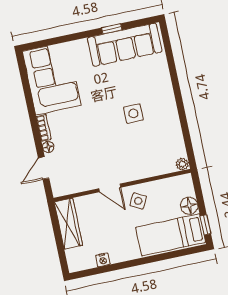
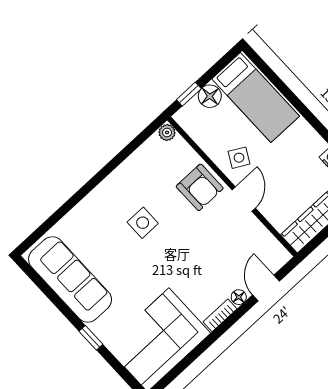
window: (112, 29) -> (91, 338), moved
armchair: (134, 164) -> (200, 187), added
door: (44, 168) -> (266, 288), swing flipped
window: (205, 225) -> (189, 94), moved

